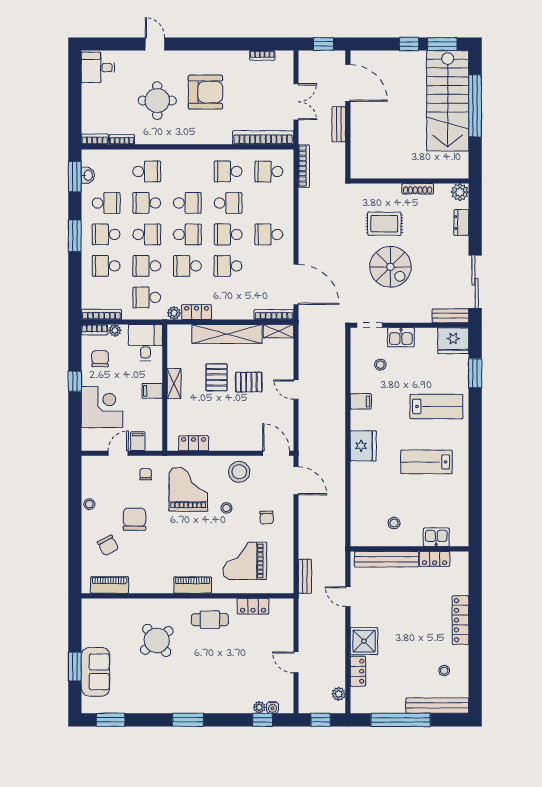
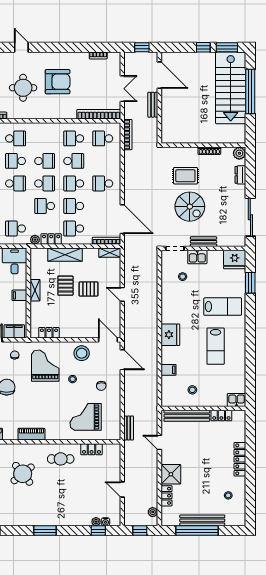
school desk: (147, 266) -> (74, 228), moved
bench: (450, 316) -> (204, 242), moved
shelving: (227, 334) -> (65, 255), width x0.68
filing cabinet: (361, 401) -> (169, 370), moved
filing cabinet: (138, 441) -> (14, 331), width x2.00
lab bench: (427, 462) -> (216, 346), turned -90
kitchen sink: (436, 537) -> (237, 400), moved
piano: (193, 585) -> (31, 434), moved
bench: (437, 706) -> (202, 520), moved

